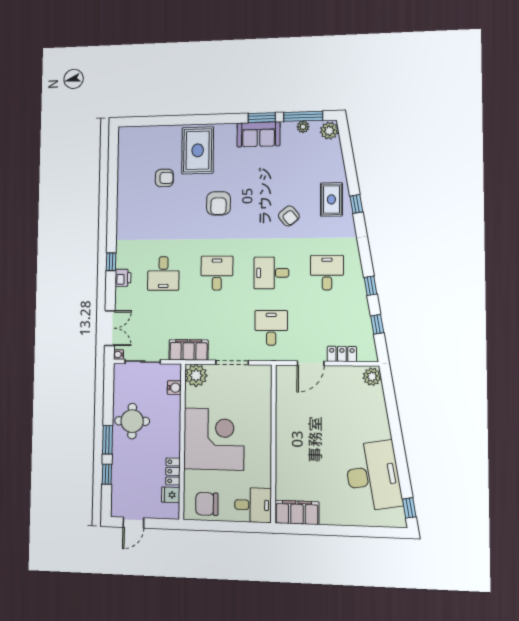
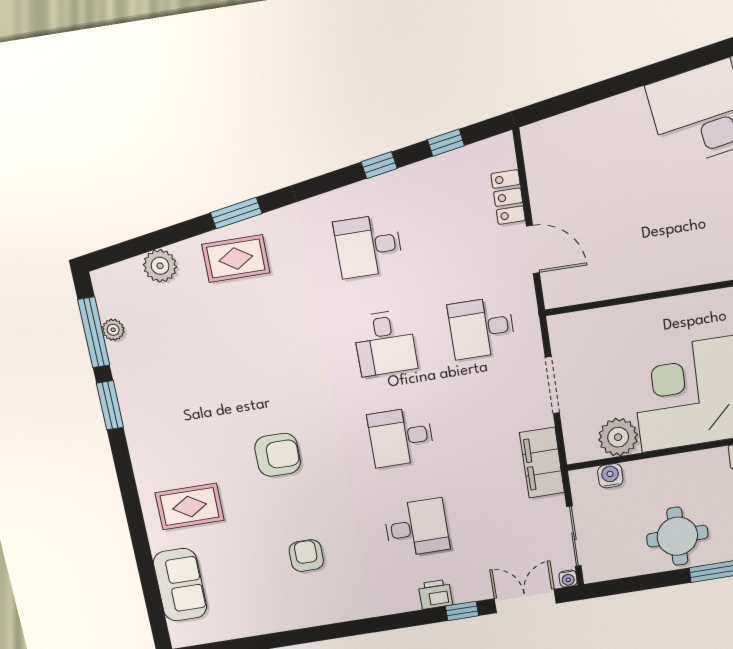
plant: (329, 131) -> (160, 266), moved
sofa: (259, 134) -> (180, 585), moved
rug: (198, 150) -> (190, 507), width x0.73, depth x0.70
armchair: (164, 178) -> (306, 556), moved
window: (356, 204) -> (236, 213), width x1.50
armchair: (289, 216) -> (279, 329), removed
window: (111, 262) -> (462, 611), moved
plant: (196, 375) -> (618, 437), moved
plant: (372, 377) -> (540, 138), removed

